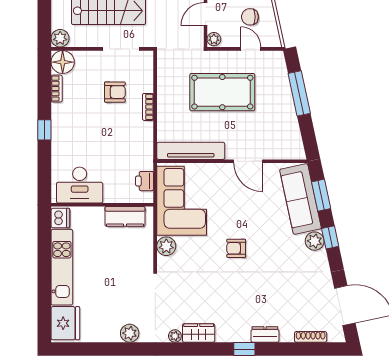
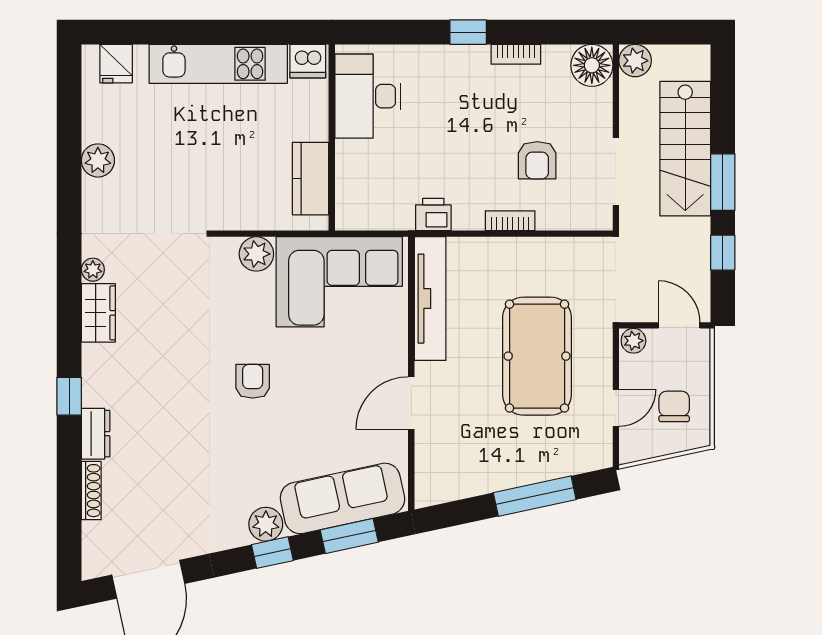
bookcase: (57, 89) -> (516, 54), moved
printer: (145, 181) -> (433, 214), moved
fridge: (65, 323) -> (116, 64), width x0.53, depth x0.75
plant: (130, 333) -> (98, 160), moved
shoe rack: (311, 337) -> (91, 491), moved

